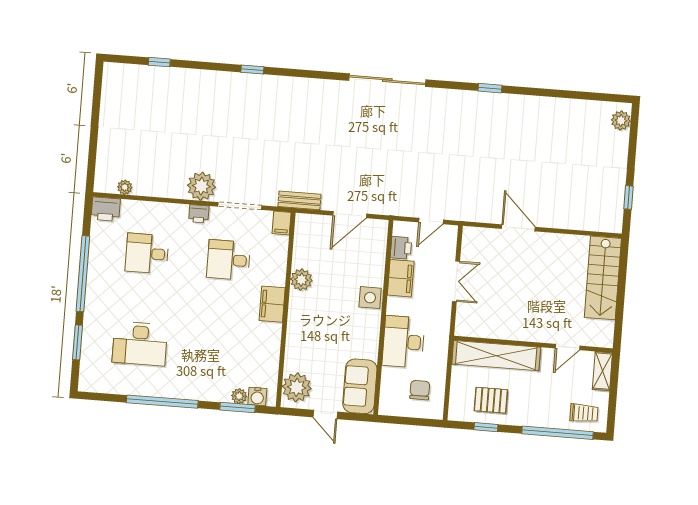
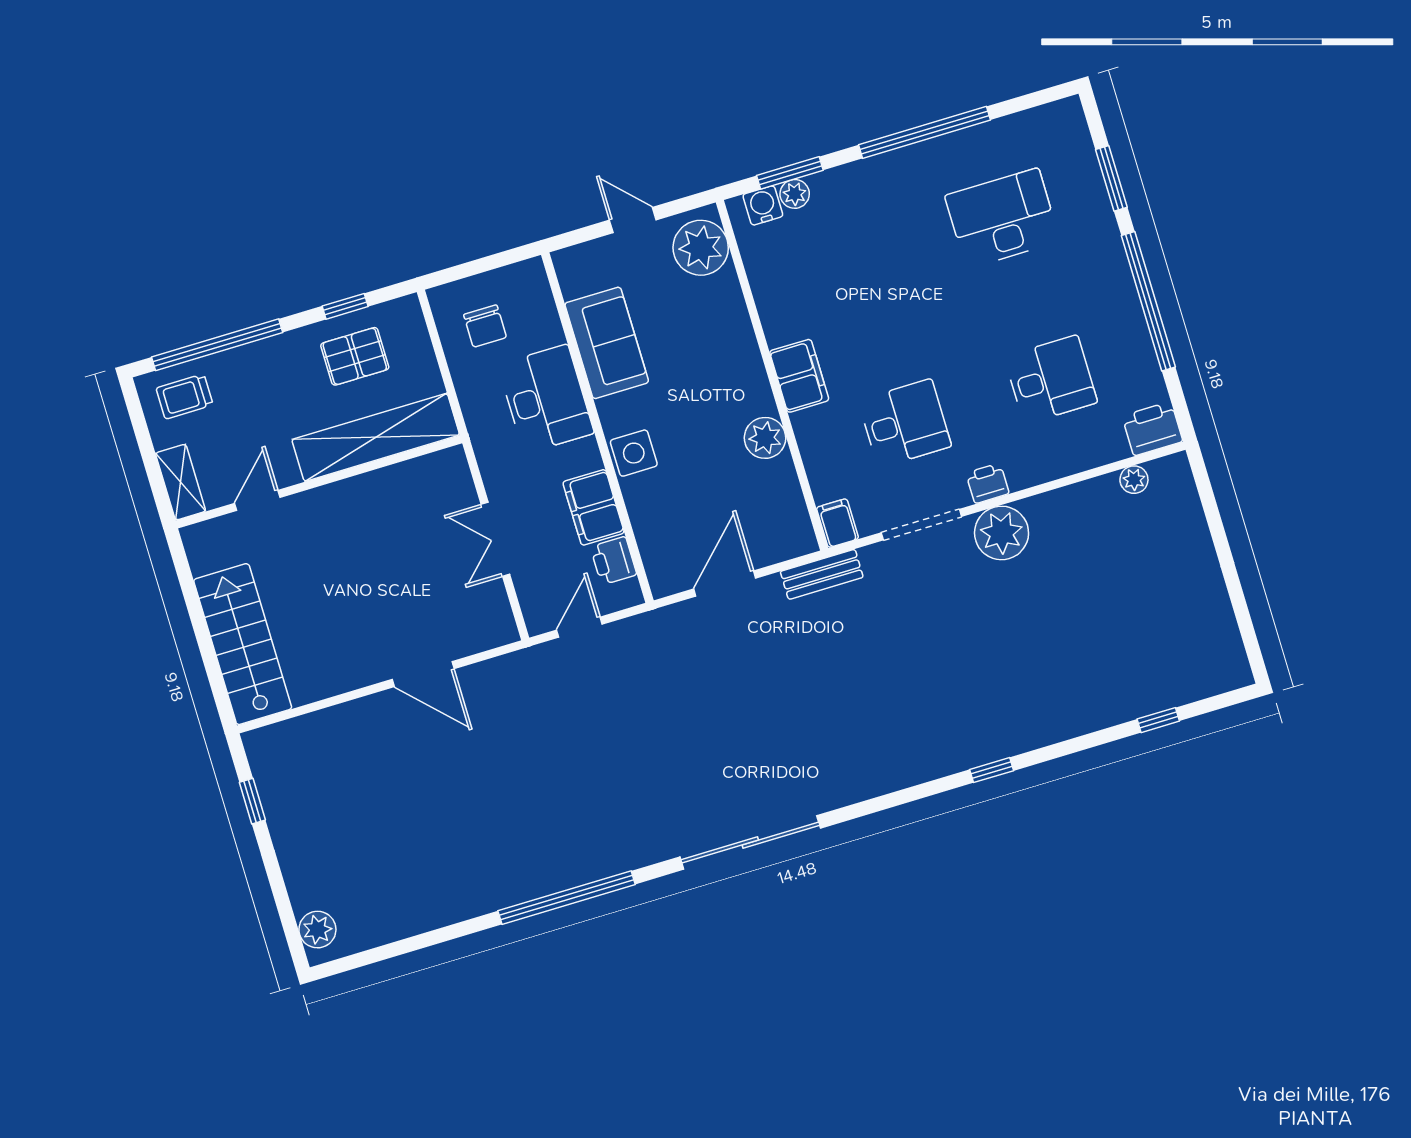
window: (490, 88) -> (567, 898), width x3.17
sofa: (360, 386) -> (607, 343), moved

